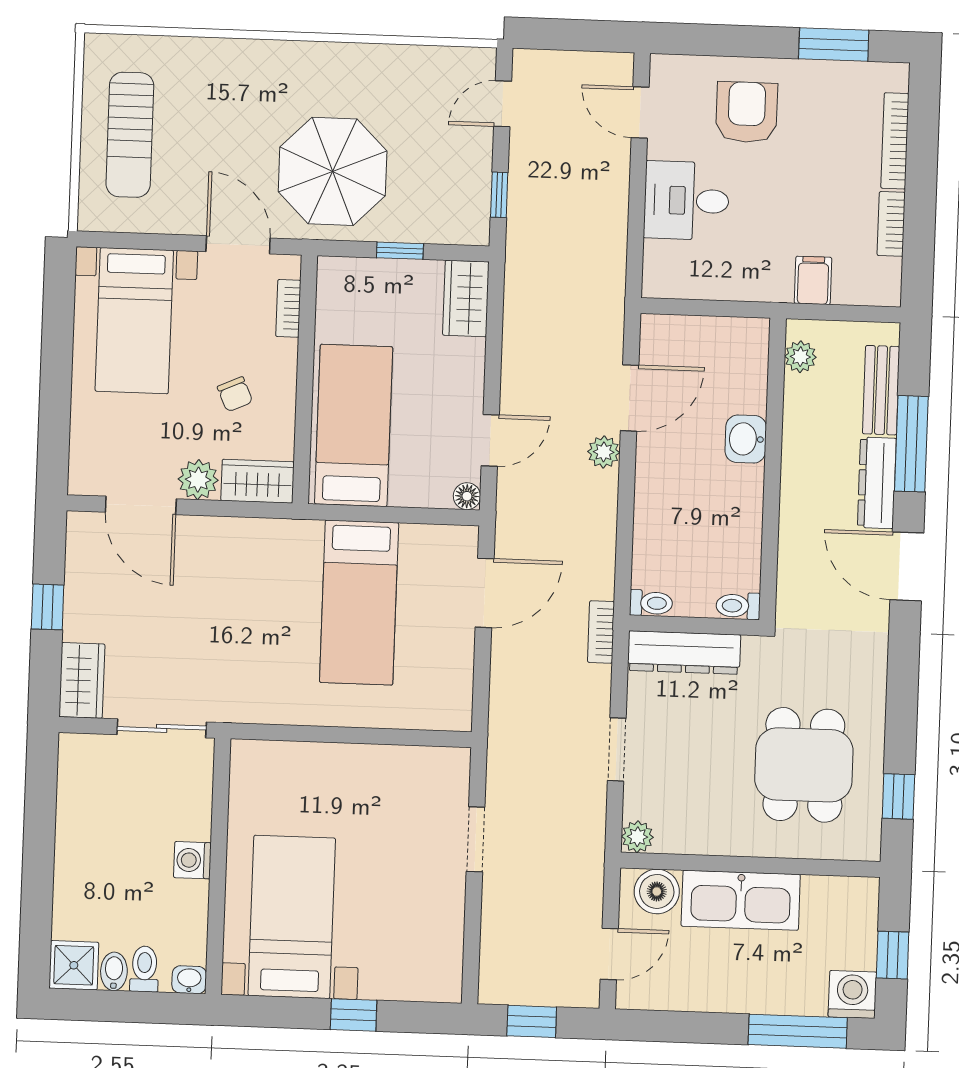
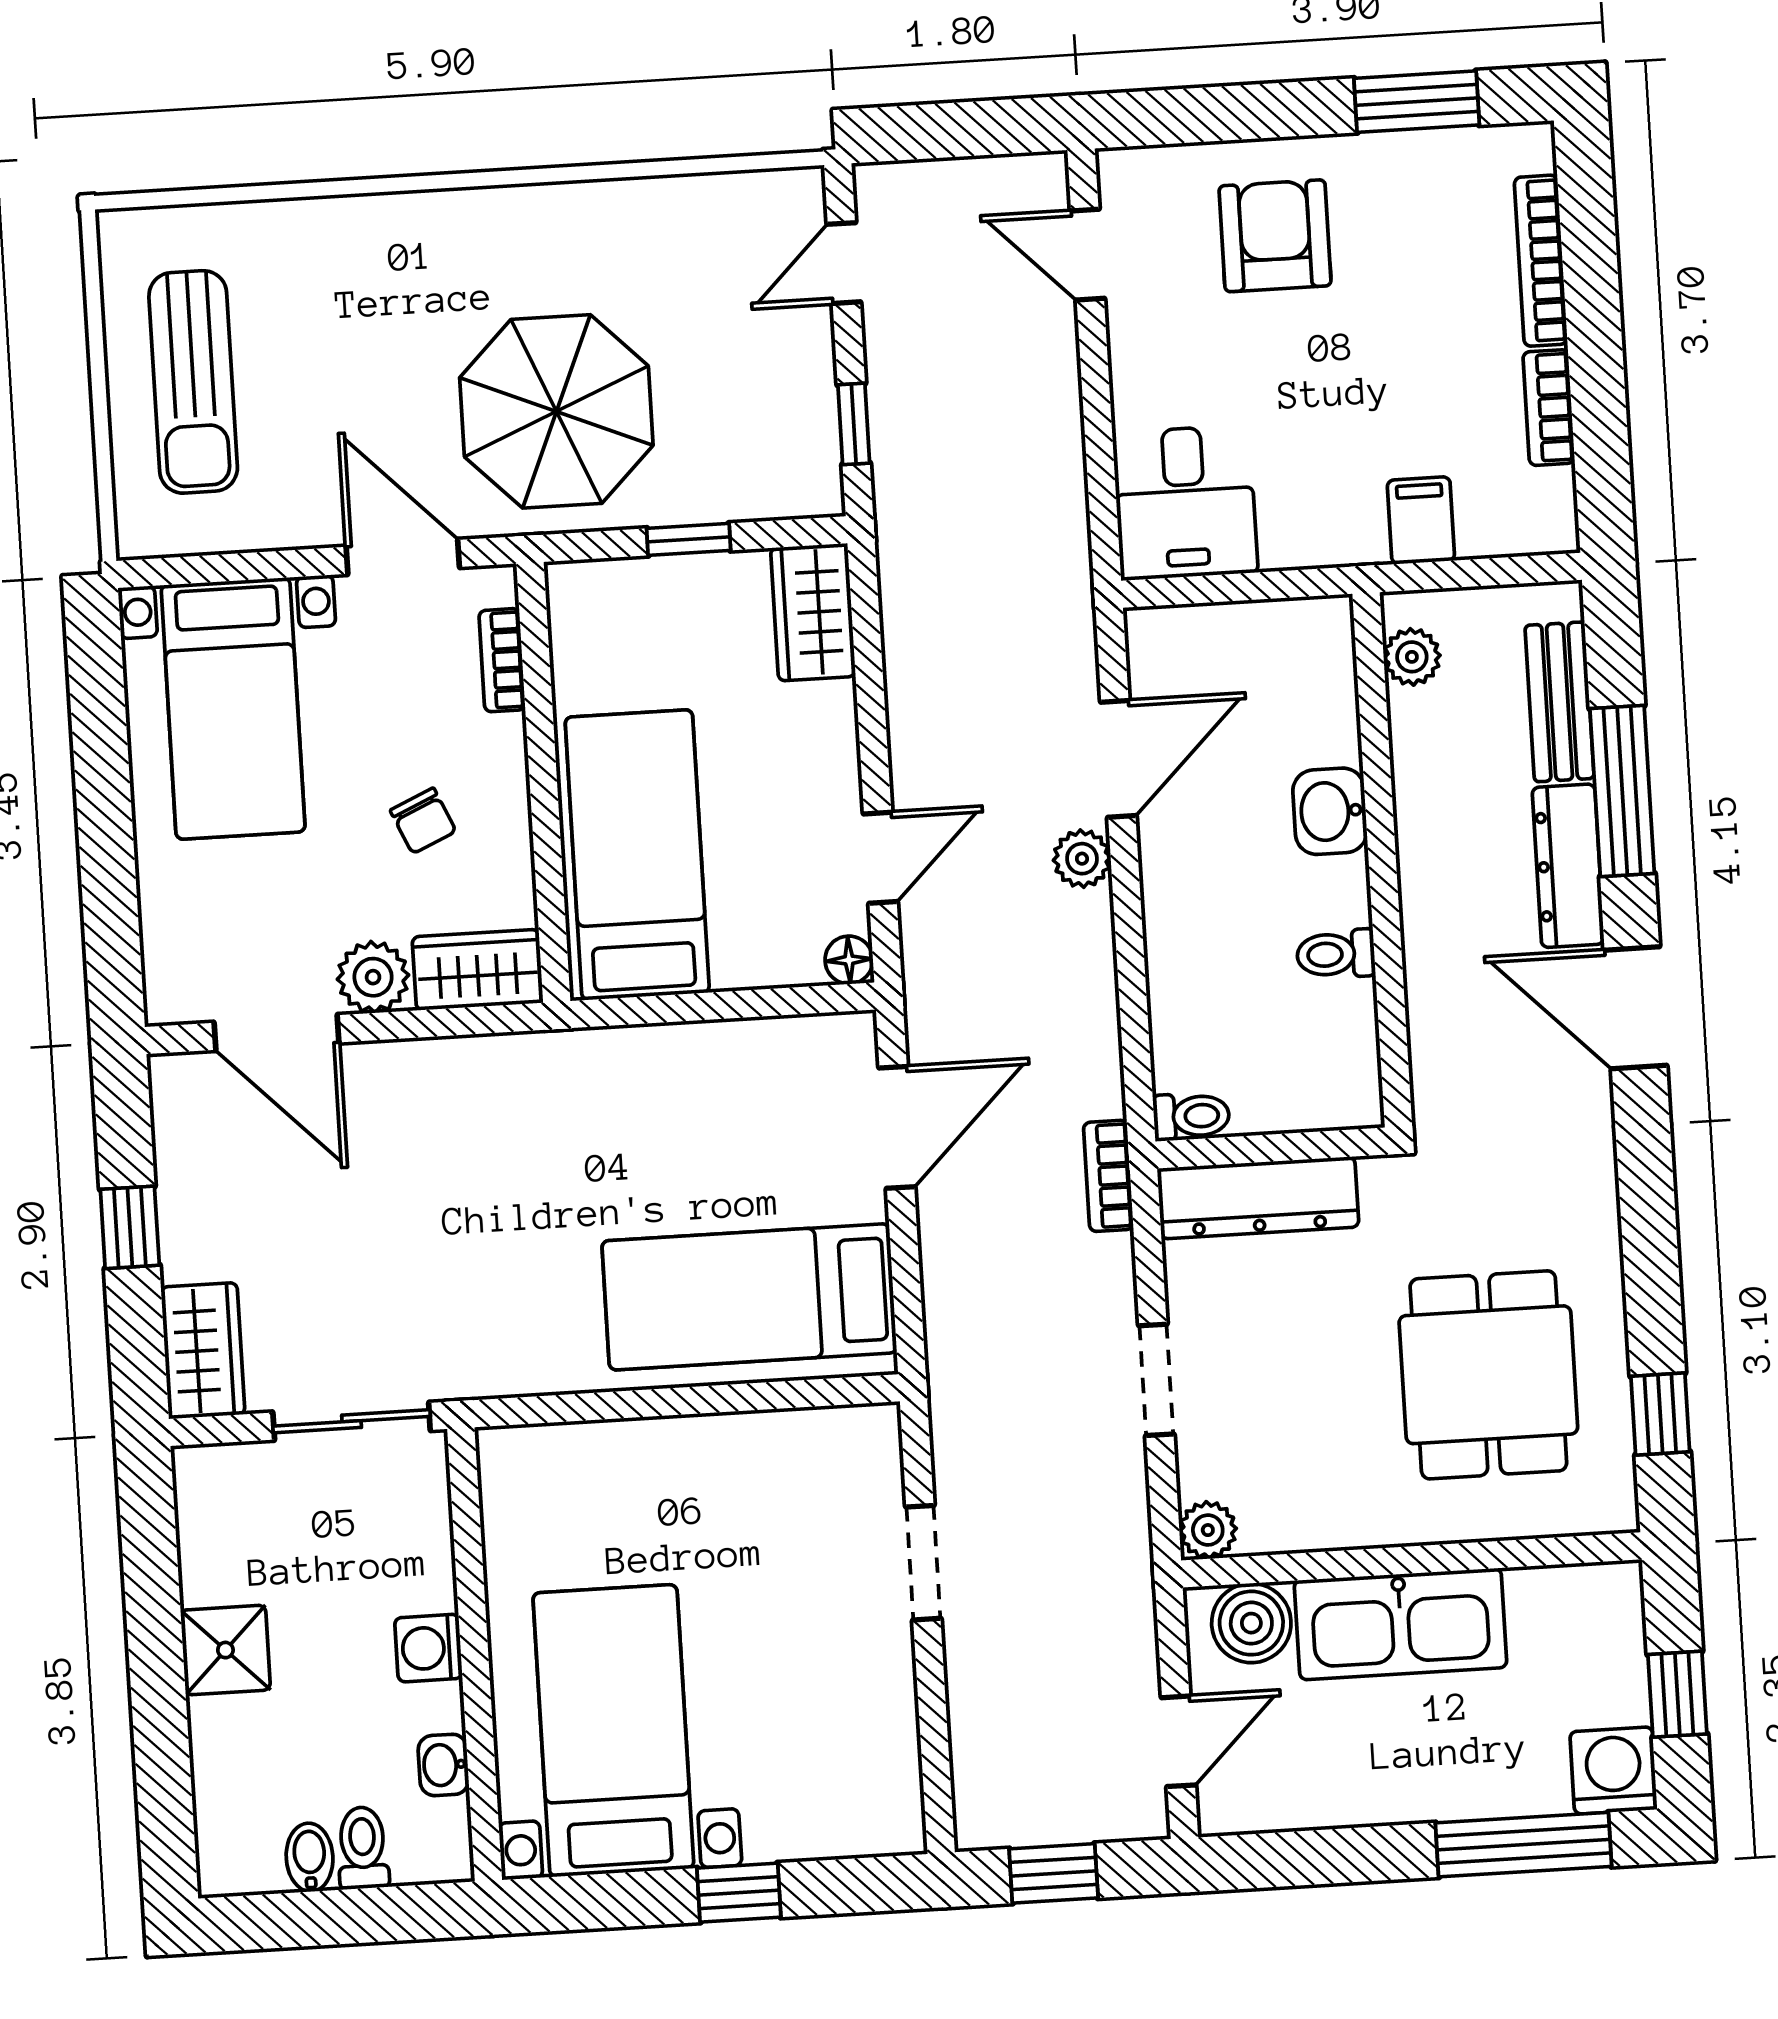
desk: (686, 201) -> (1185, 503), moved, turned -90
bed: (359, 603) -> (749, 1297), moved, turned 90
toilet: (738, 606) -> (1336, 954), moved
shower: (74, 965) -> (225, 1650), moved
washbasin: (189, 980) -> (443, 1765), moved, turned -90

